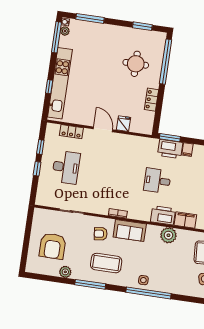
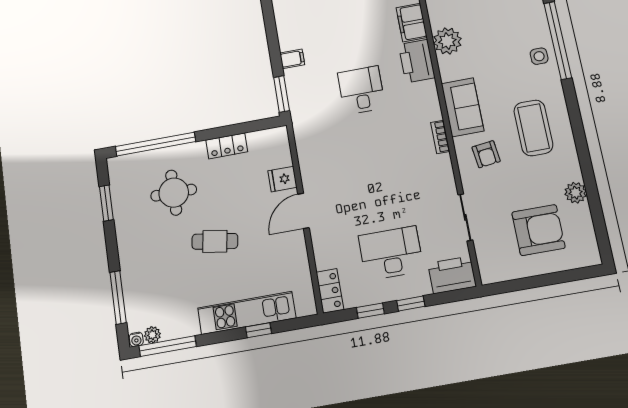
cafe table: (102, 78) -> (215, 241), added
kitchen unit: (60, 83) -> (247, 313), width x0.73
locker: (71, 132) -> (330, 291), moved
printer: (170, 149) -> (452, 275), moved, turned -90
desk: (157, 181) -> (361, 90), turned 180
window: (90, 284) -> (581, 143), removed

